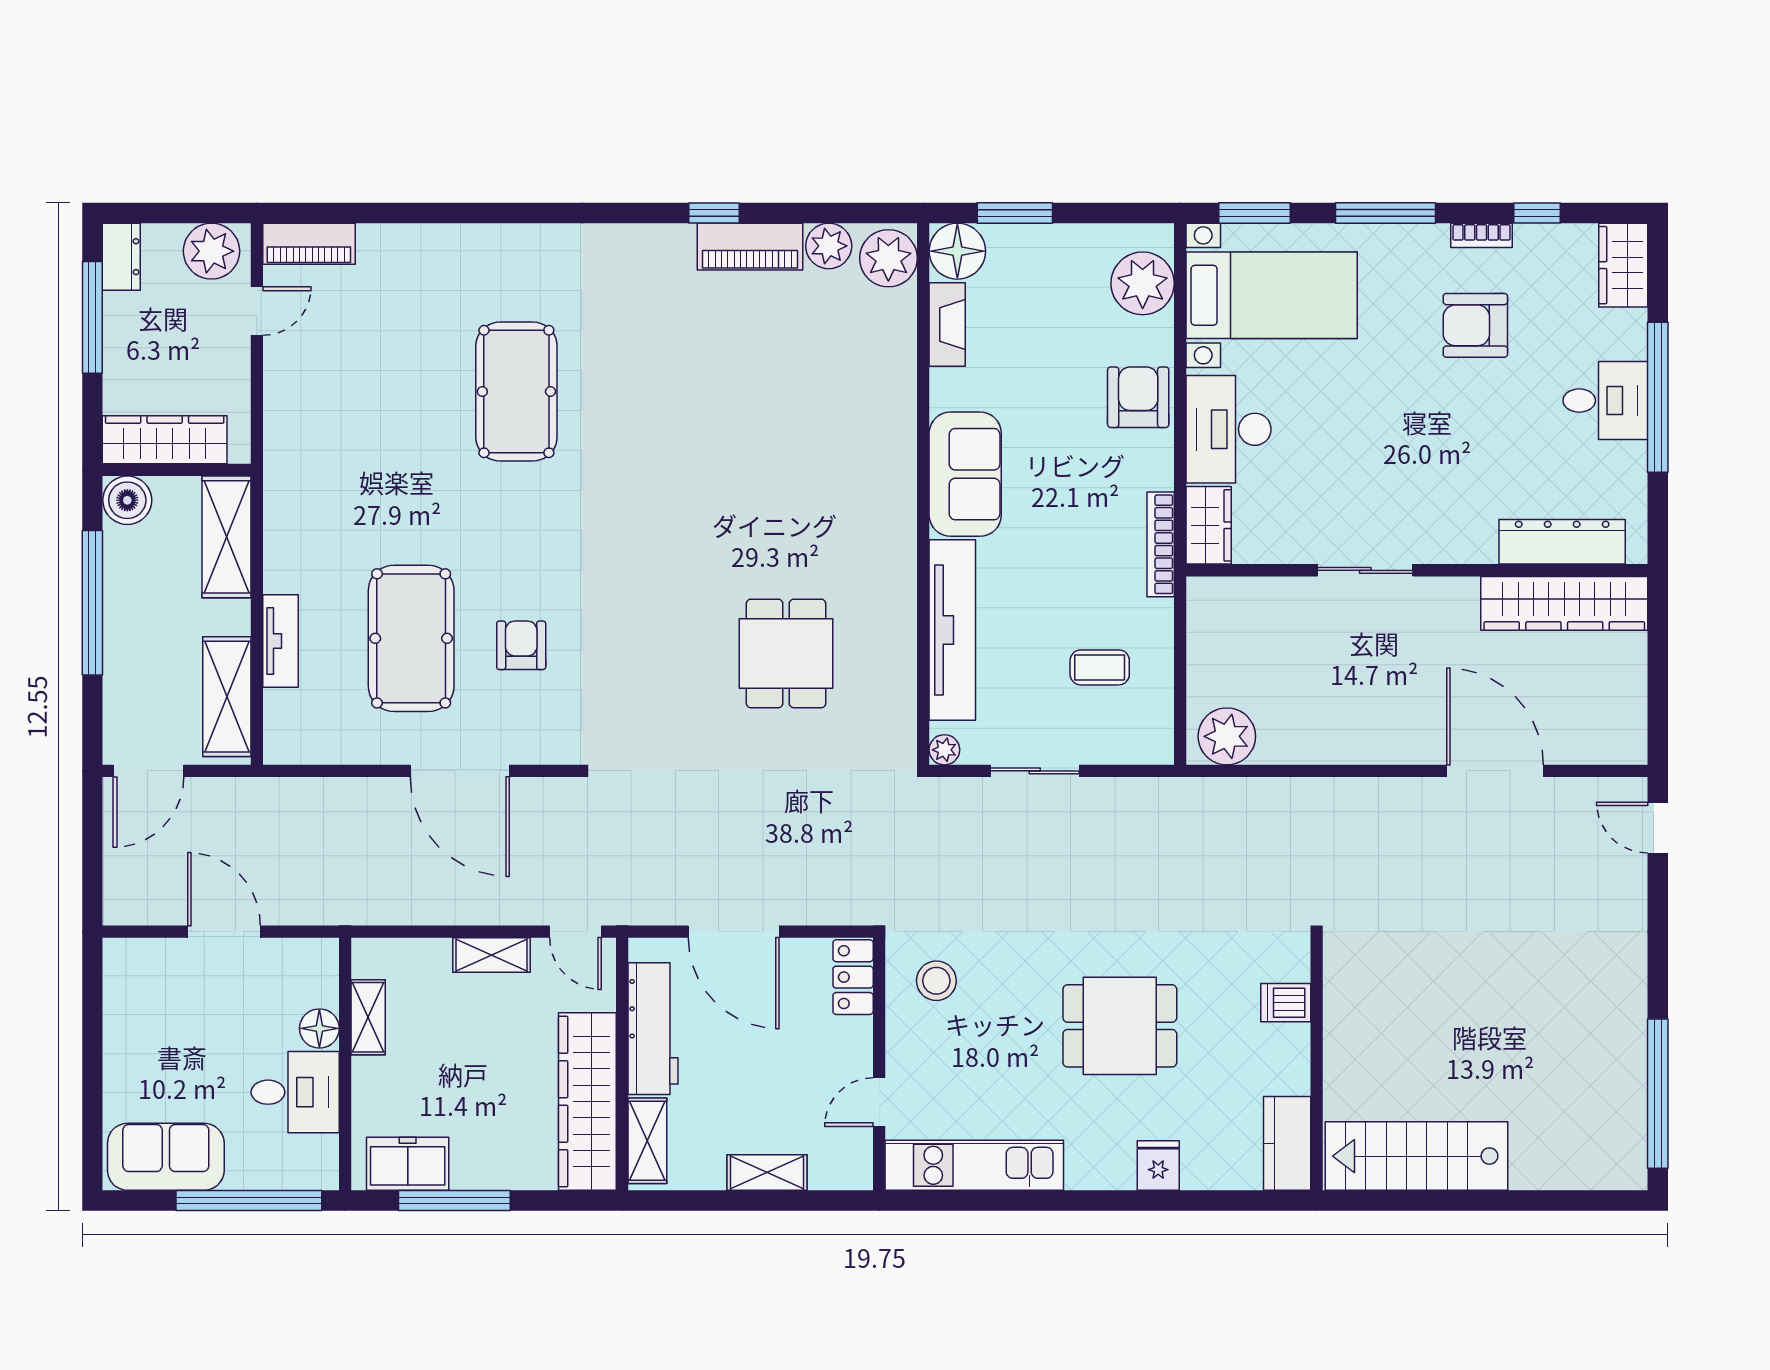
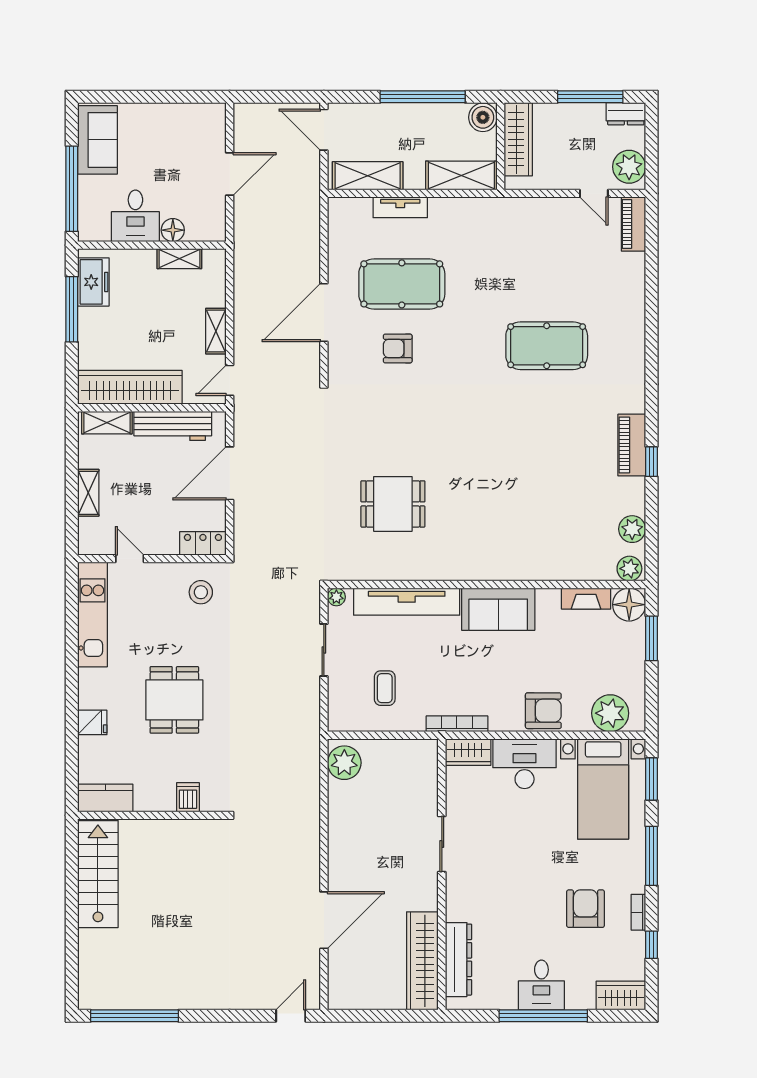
piano: (750, 247) -> (632, 445), moved
plant: (888, 258) -> (629, 569), width x0.73, depth x0.73
armchair: (521, 645) -> (398, 349), turned 180

